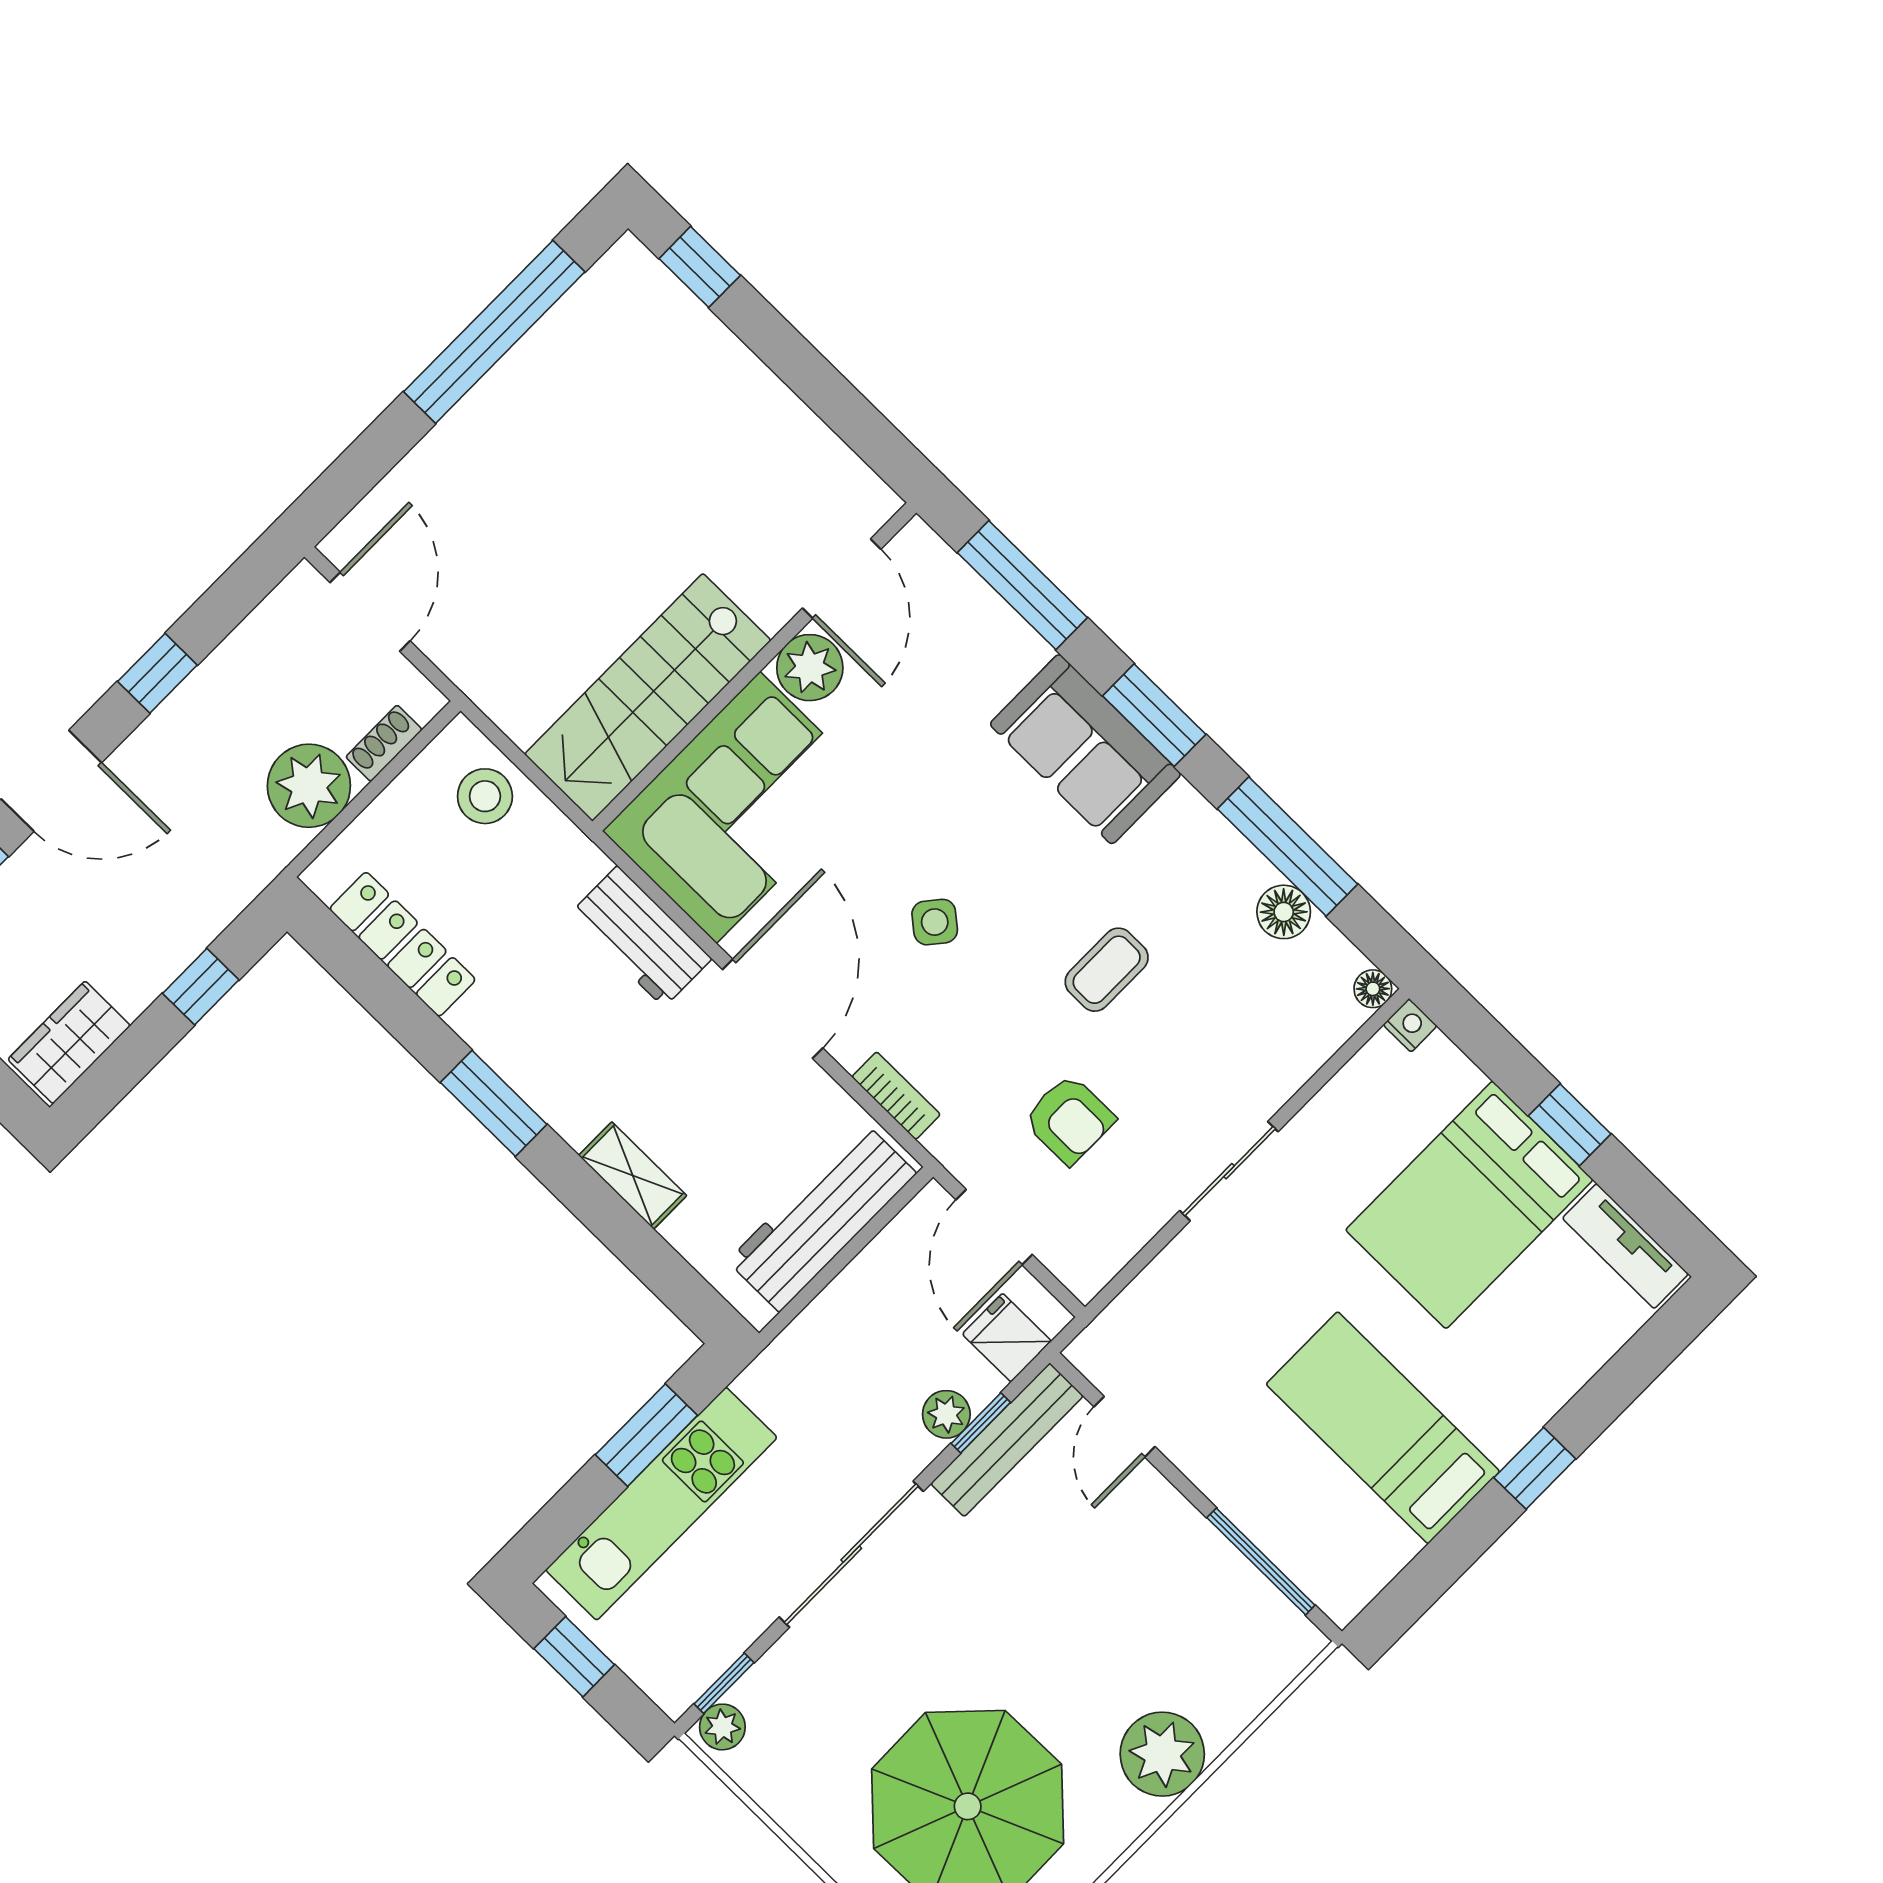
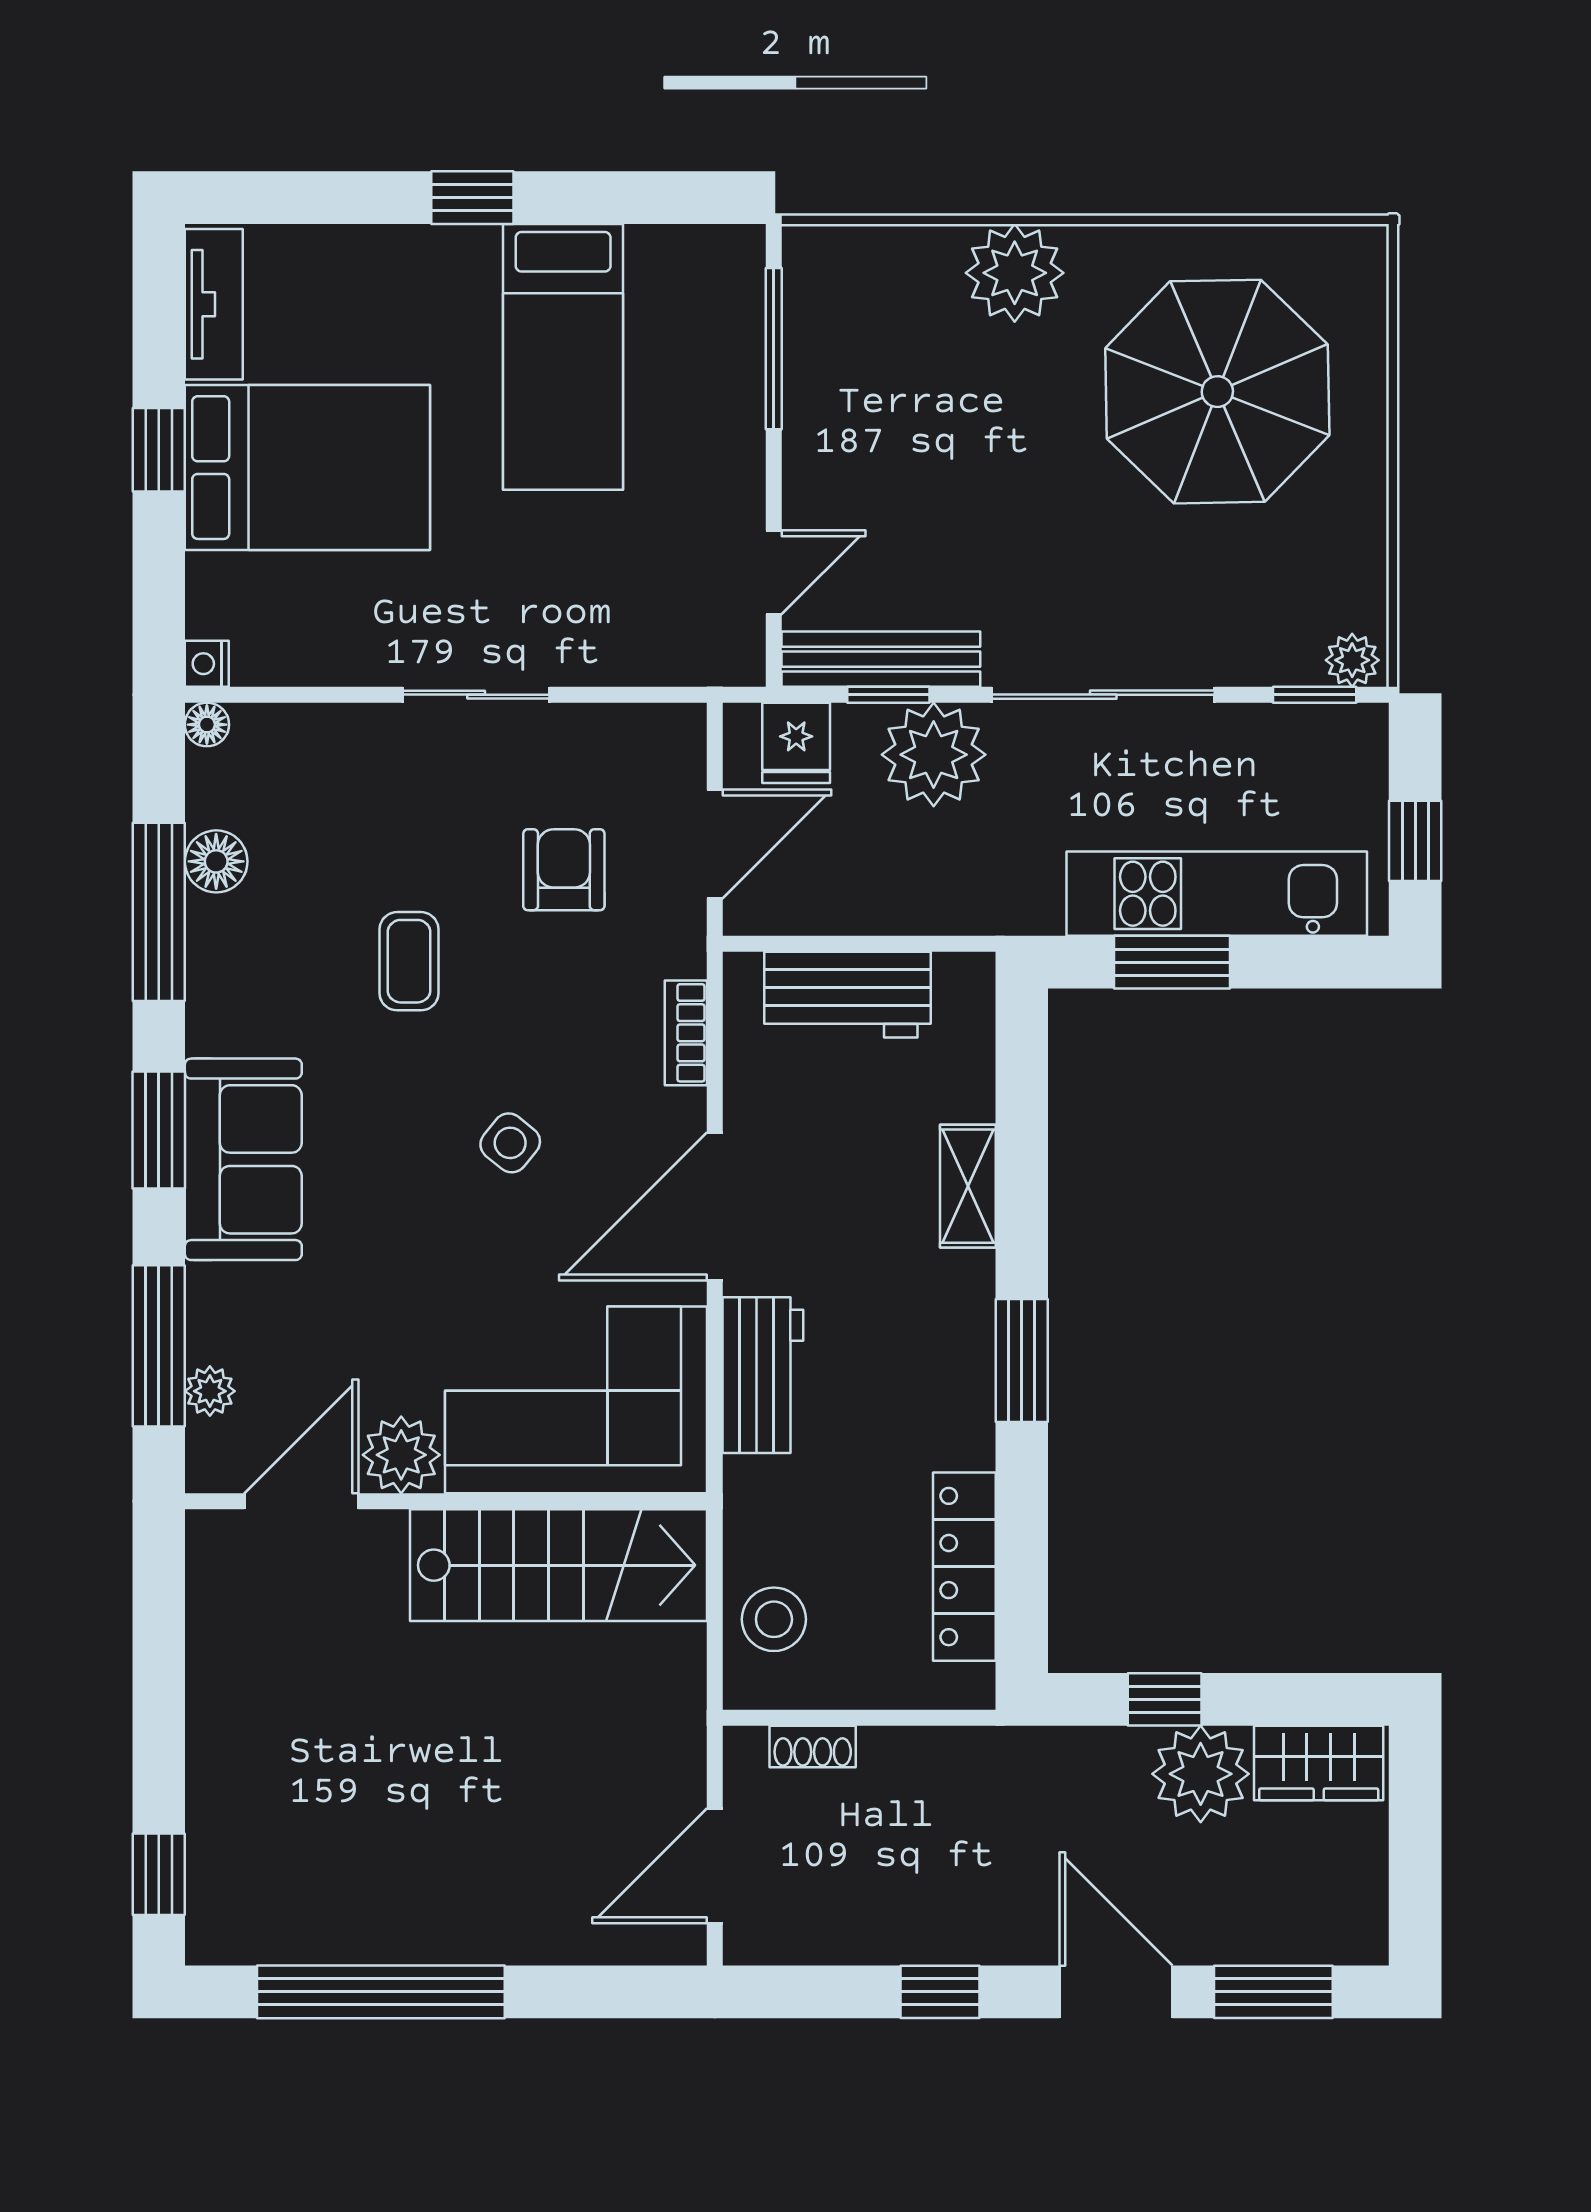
plant: (964, 589) -> (210, 1391), added
plant: (309, 786) -> (1201, 1774), moved
coffee table: (1107, 970) -> (409, 961), turned 90
workbench: (822, 1217) -> (847, 995), width x0.73
plant: (946, 1414) -> (934, 755), width x1.88, depth x1.88

